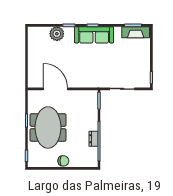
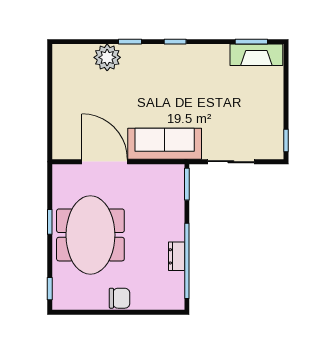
sofa: (94, 35) -> (165, 144), moved, turned 180

